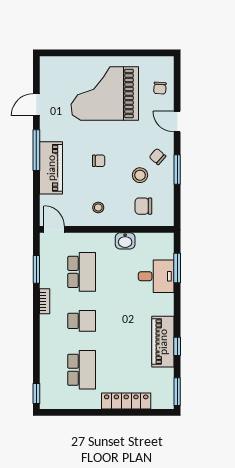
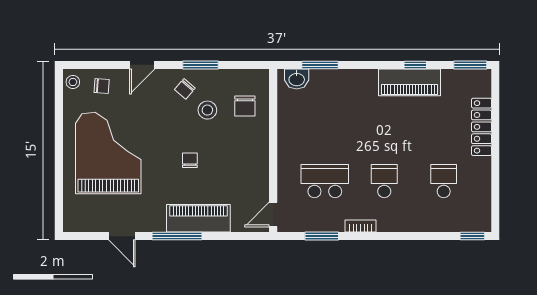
grand piano: (105, 94) -> (108, 153), turned 180
stool: (98, 207) -> (73, 82), moved
washbasin: (125, 241) -> (297, 79), moved, turned 90
desk: (156, 276) -> (330, 90), removed
school desk: (82, 370) -> (444, 181), width x0.54

